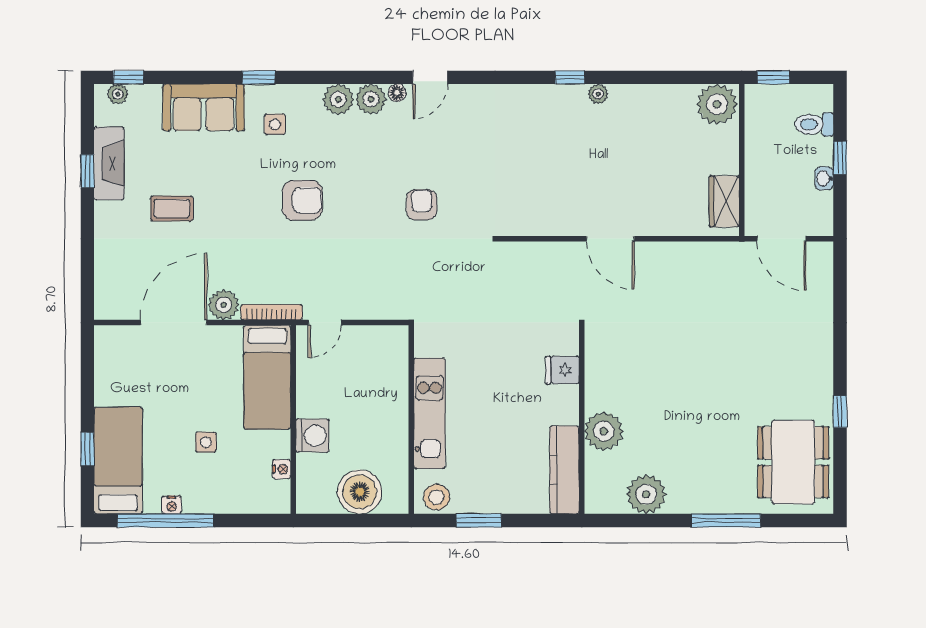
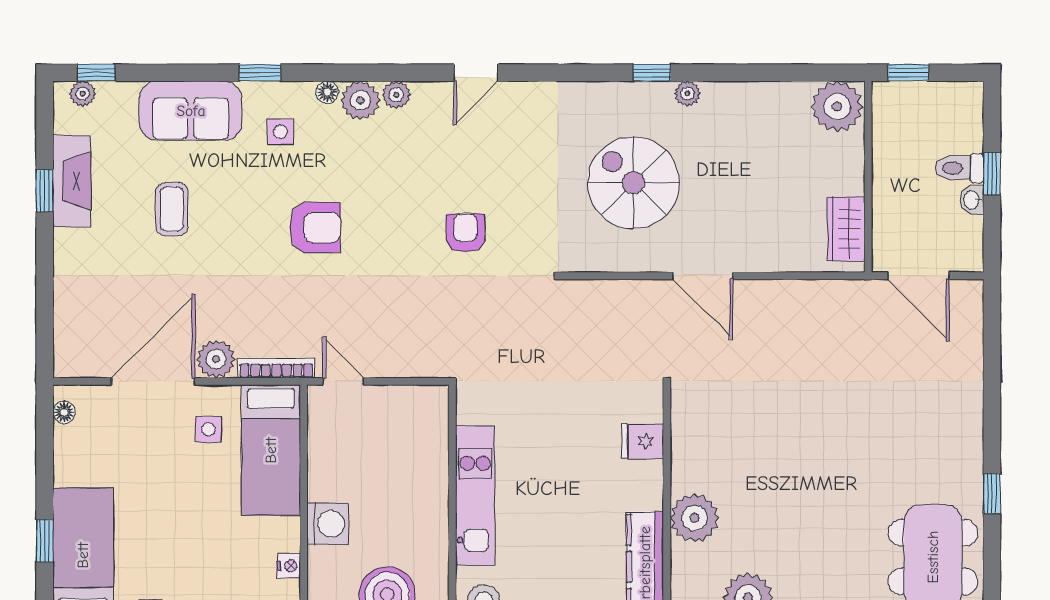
floor lamp: (397, 93) -> (327, 92), moved
plant: (371, 99) -> (396, 95), width x0.73, depth x0.73
toilet: (814, 124) -> (959, 168), moved
spiral stairs: (555, 165) -> (633, 183), added
coffee table: (172, 209) -> (172, 209), moved, turned 90
door: (325, 323) -> (343, 381), swing flipped
floor lamp: (103, 347) -> (64, 412), added
side table: (206, 442) -> (209, 429), moved

